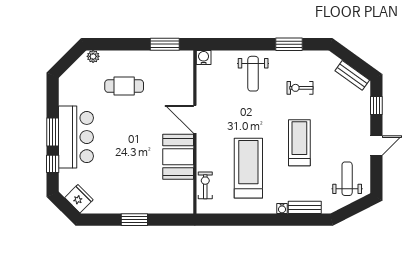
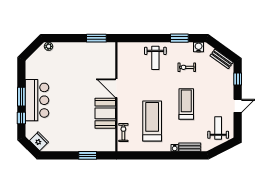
water cooler: (204, 57) -> (199, 47), moved
cafe table: (124, 86) -> (69, 66), removed
window: (134, 220) -> (88, 155), moved

